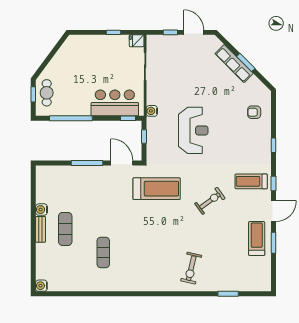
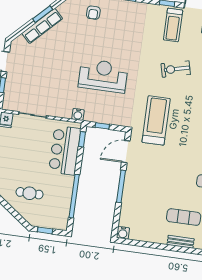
cafe table: (47, 93) -> (29, 193), moved
treadmill: (251, 181) -> (173, 25), moved
exercise bike: (210, 201) -> (176, 69), turned -68
water cooler: (41, 210) -> (123, 233), moved

